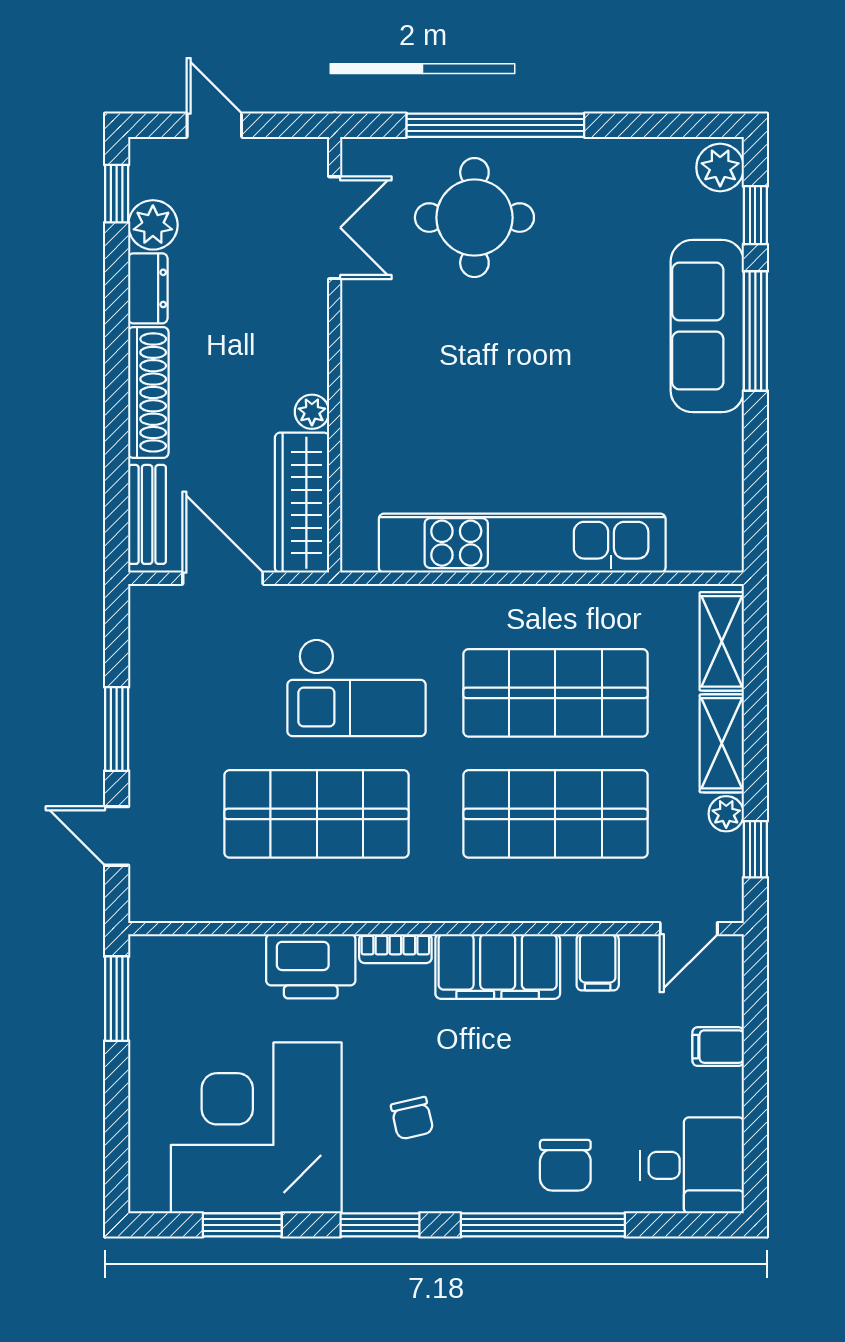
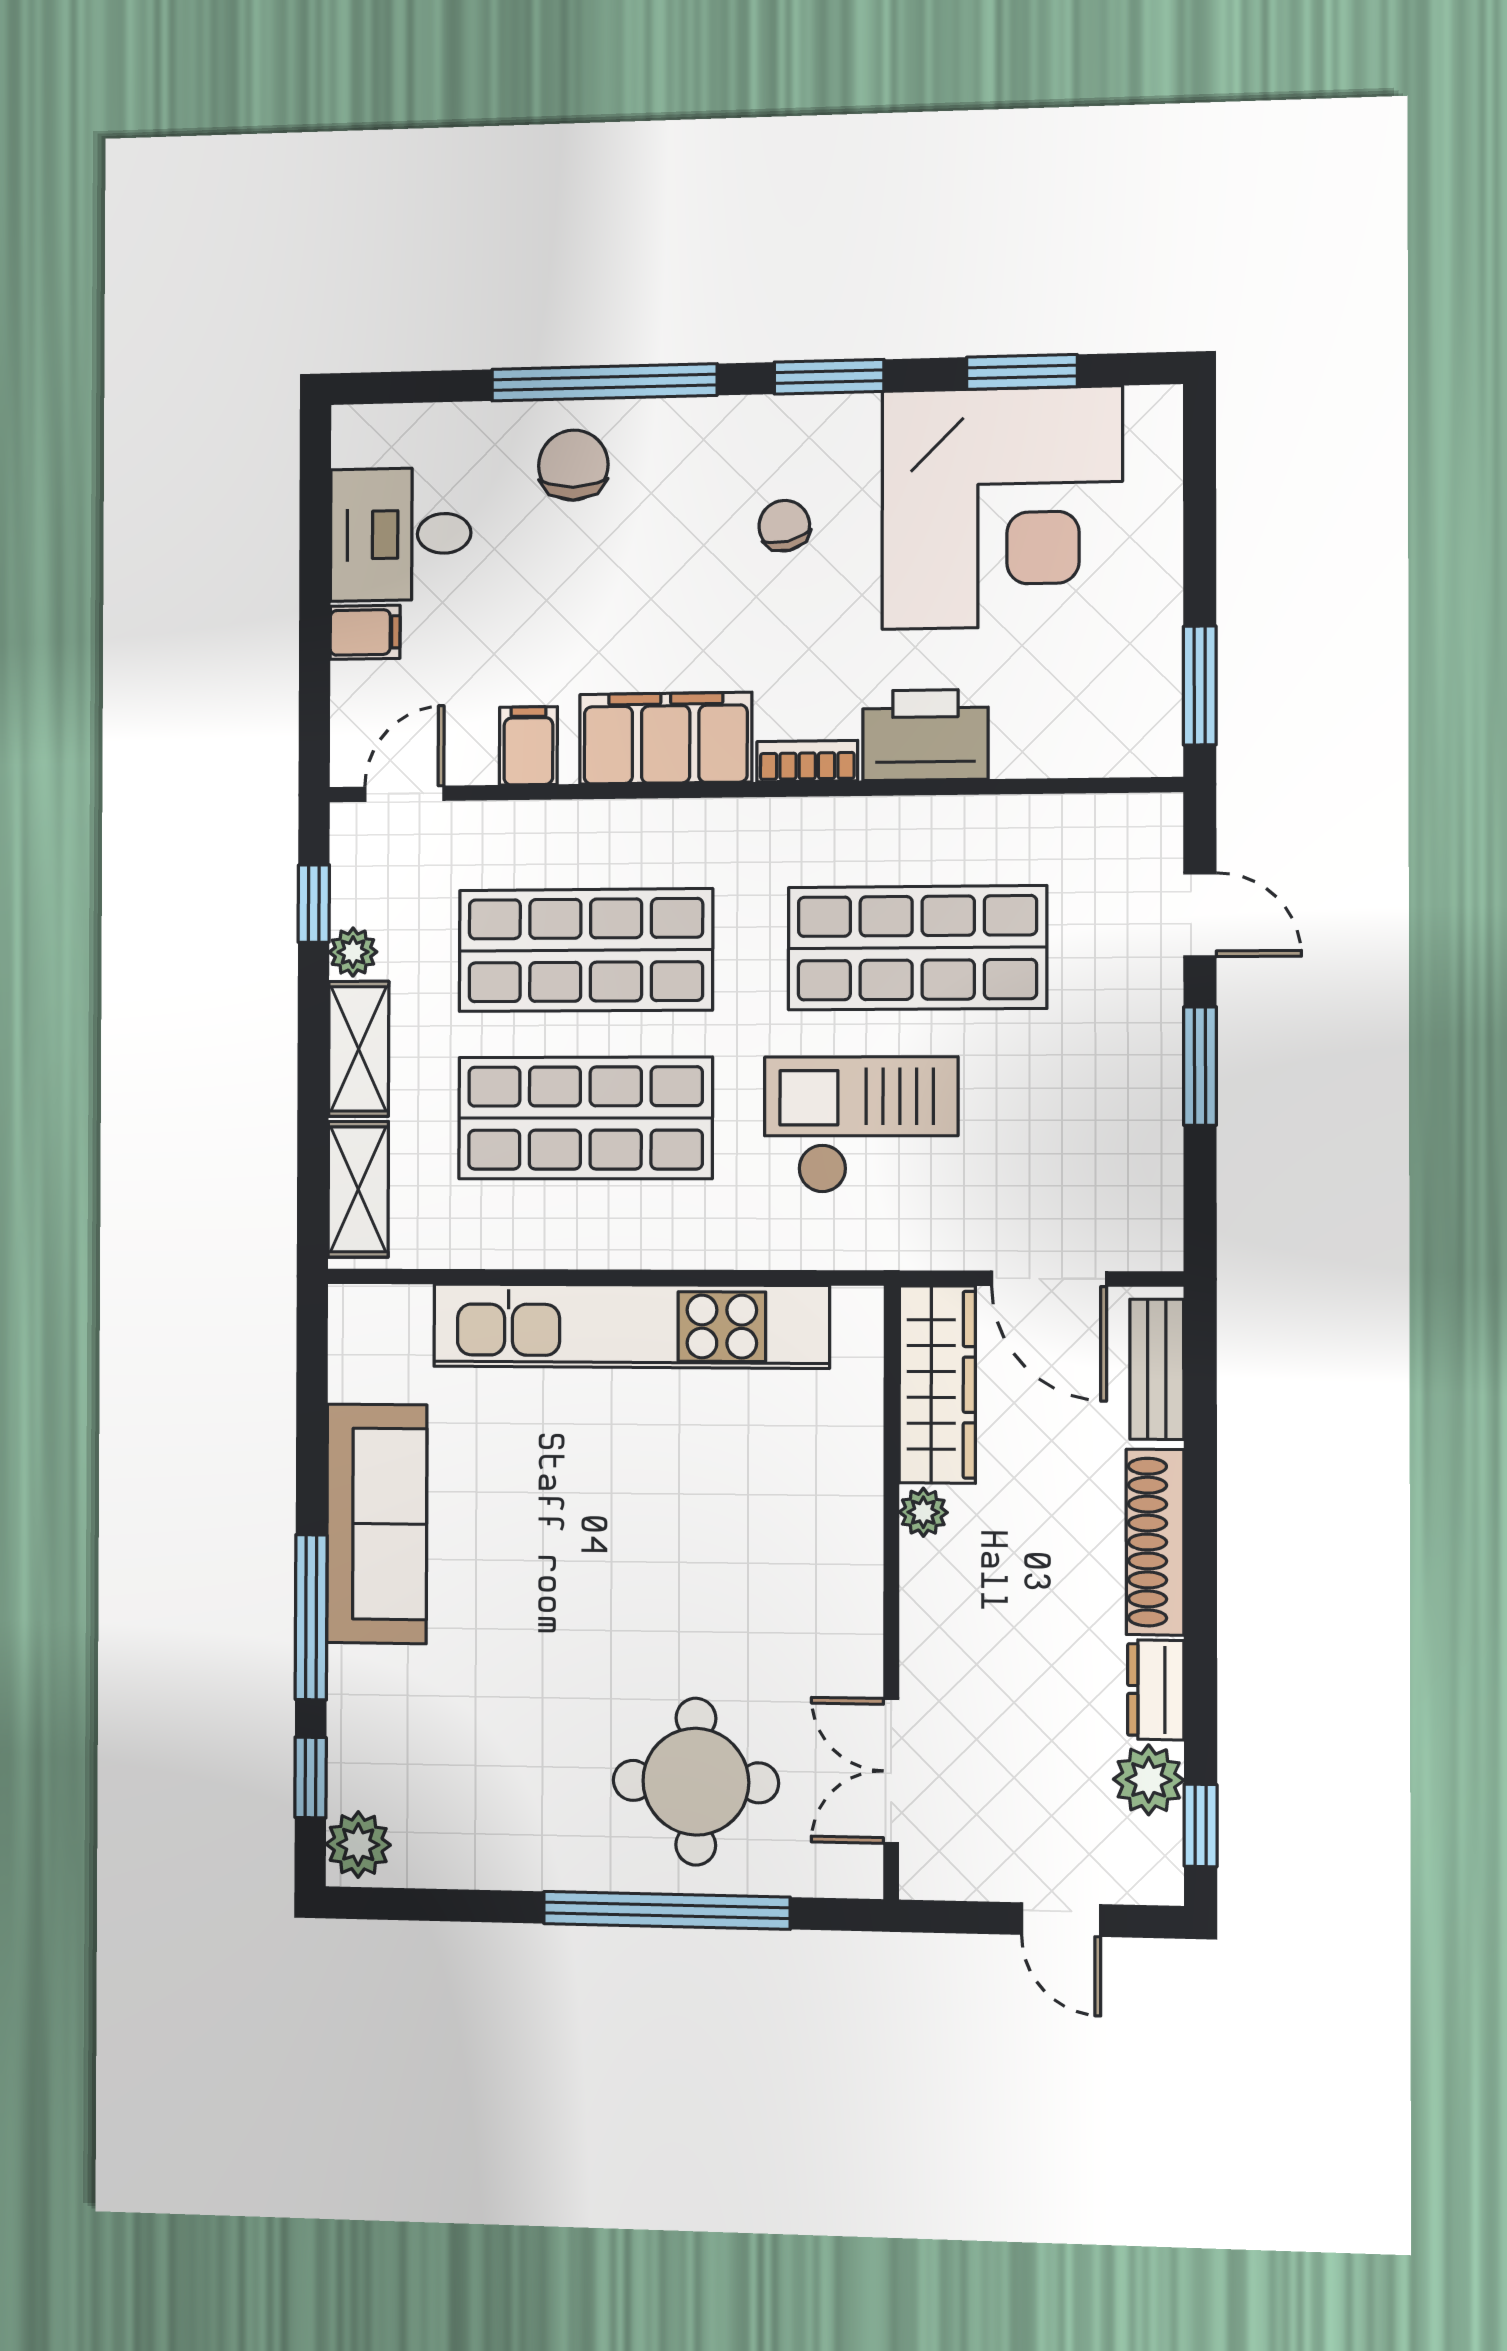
sofa: (707, 326) -> (377, 1524), moved
desk: (692, 1165) -> (401, 534), moved

